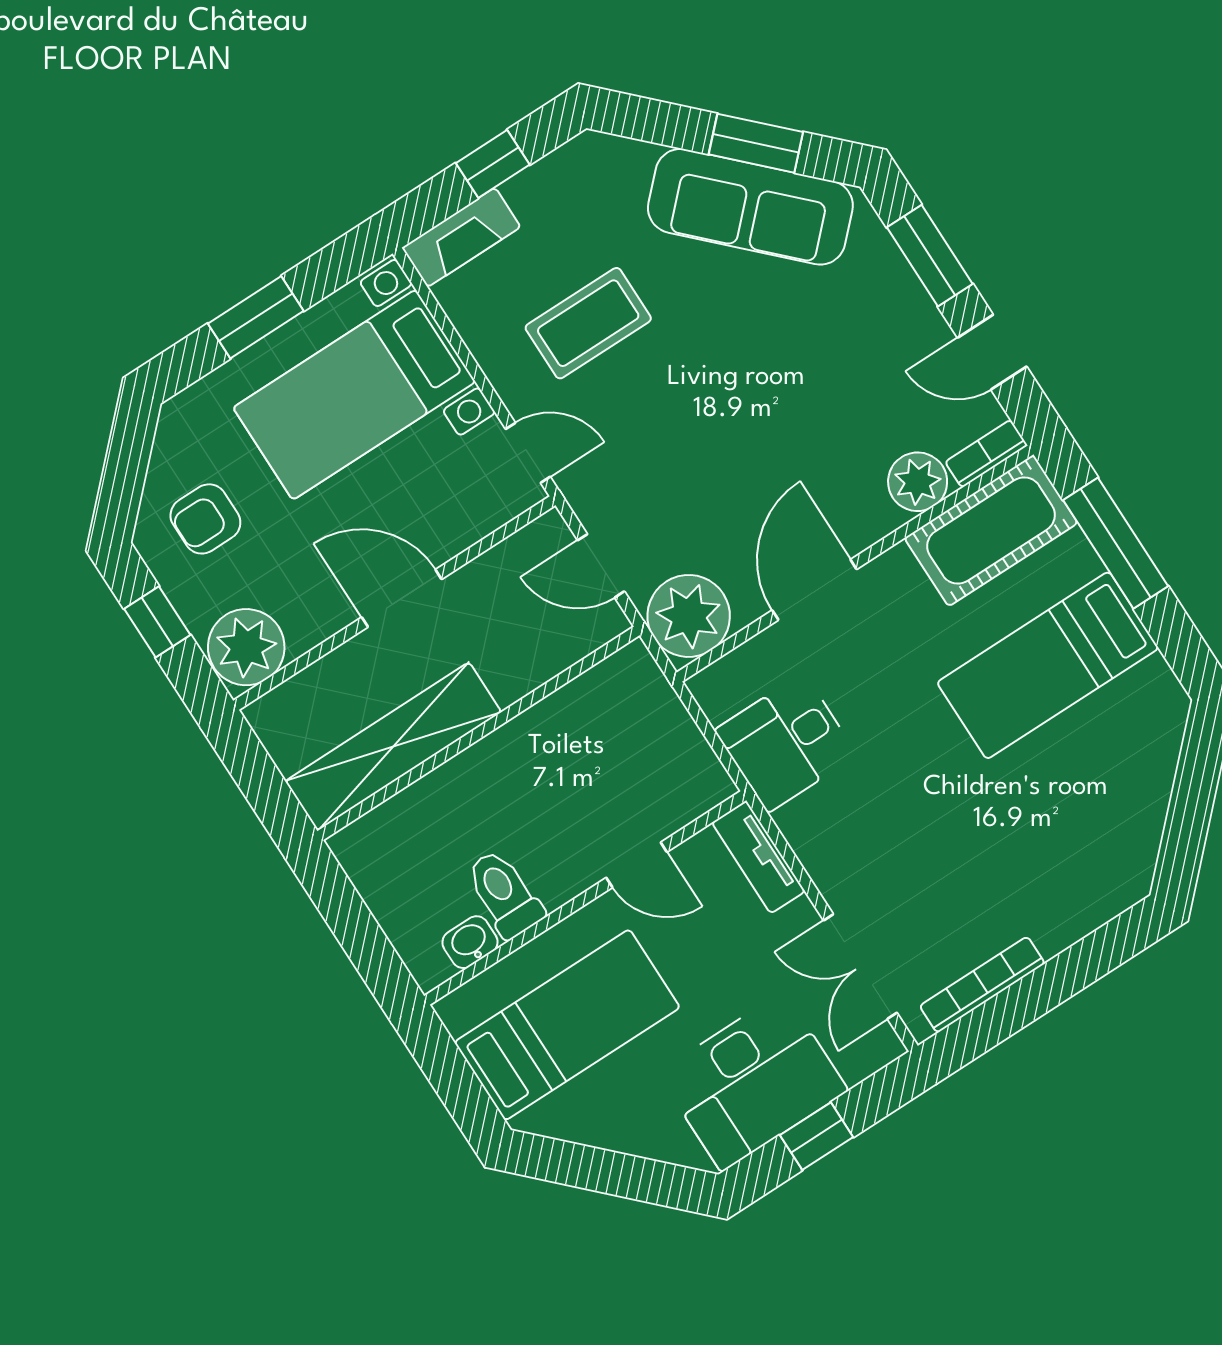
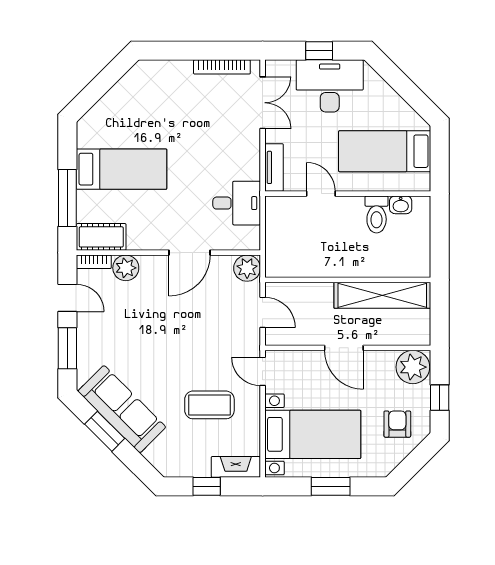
armchair: (205, 519) -> (397, 424), turned -90
cot: (991, 531) -> (101, 237), width x0.73, depth x0.75
plant: (689, 616) -> (247, 268), width x0.73, depth x0.73

